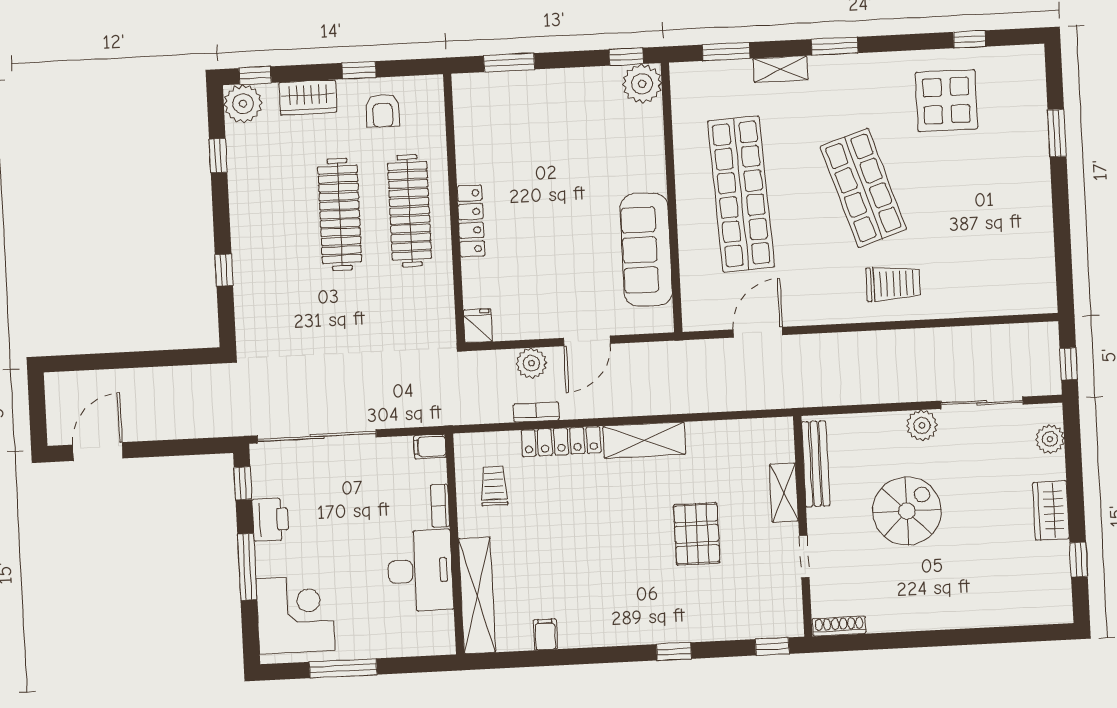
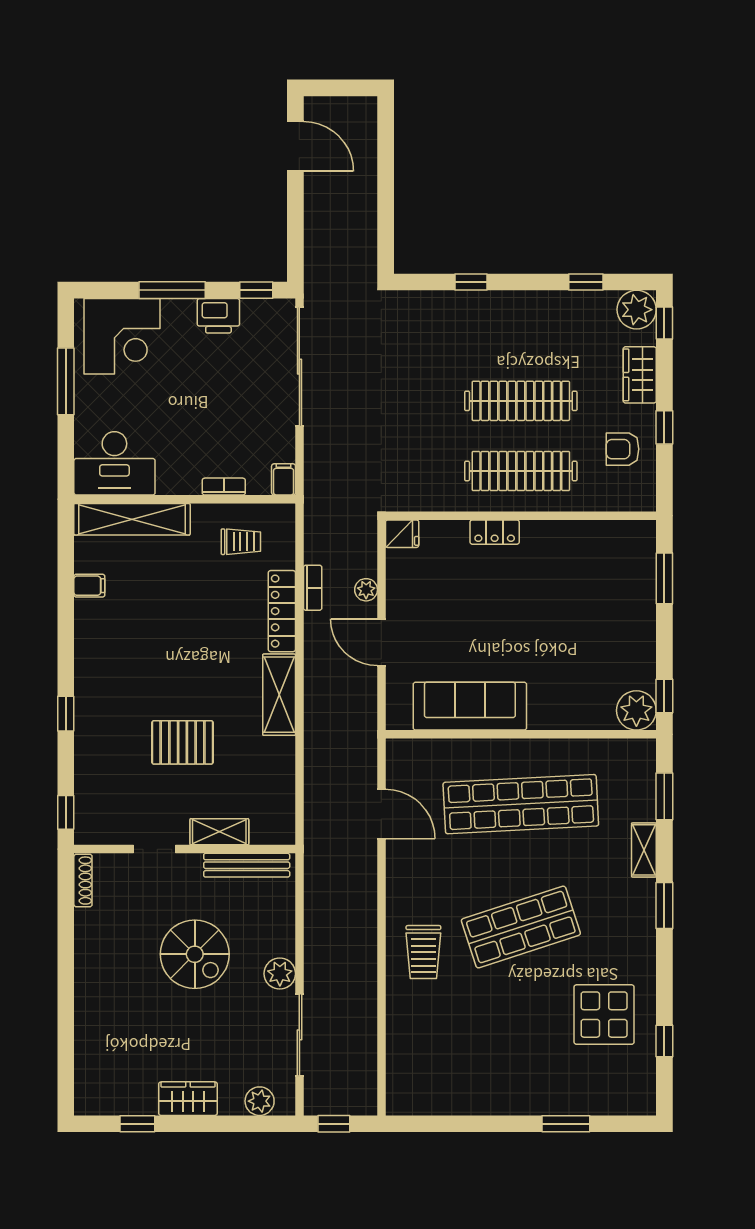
locker: (471, 221) -> (495, 532), width x0.66
plant: (532, 363) -> (366, 590), width x0.73, depth x0.73
desk: (420, 571) -> (114, 463), moved

